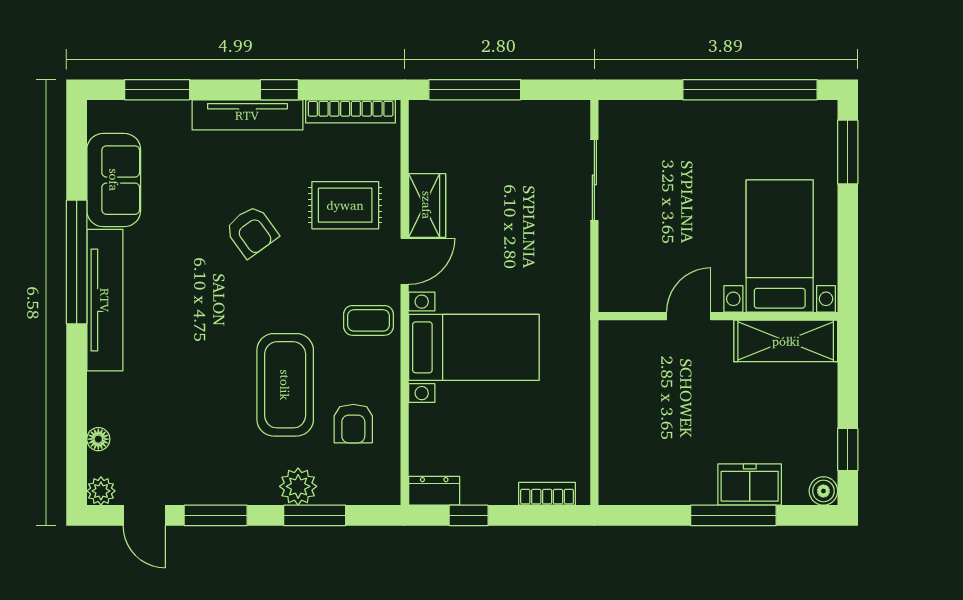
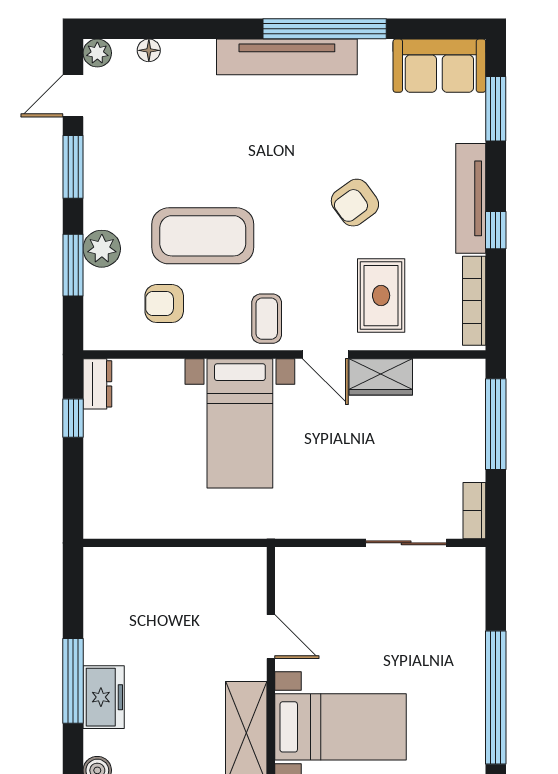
sofa: (114, 180) -> (439, 66), moved
bookcase: (547, 494) -> (474, 511), moved, turned 180

